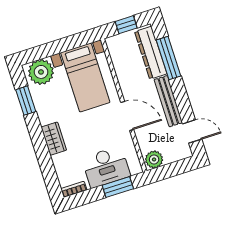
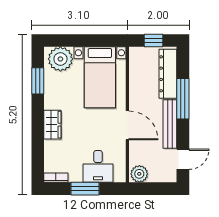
window: (168, 58) -> (183, 99), moved
door: (192, 131) -> (183, 159), hinge flipped
desk: (106, 167) -> (98, 166), width x0.73
window: (118, 187) -> (85, 189), moved

